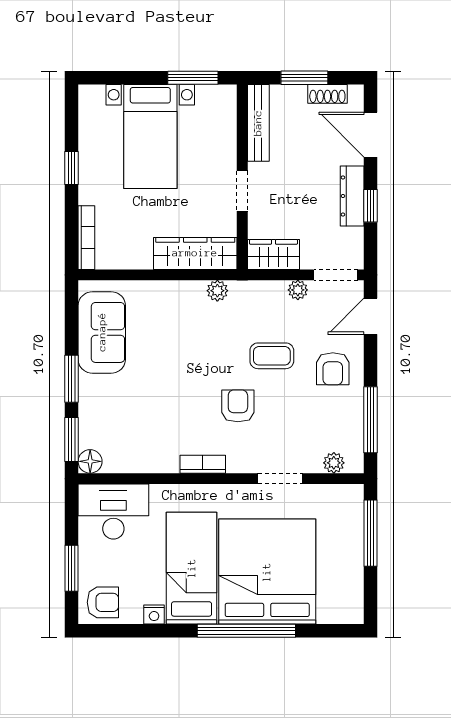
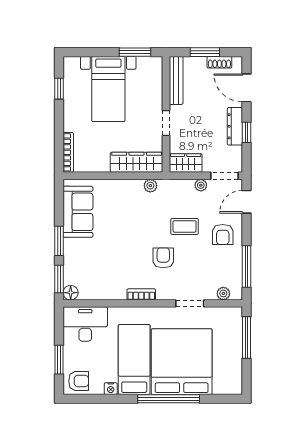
window: (72, 168) -> (59, 89), moved

